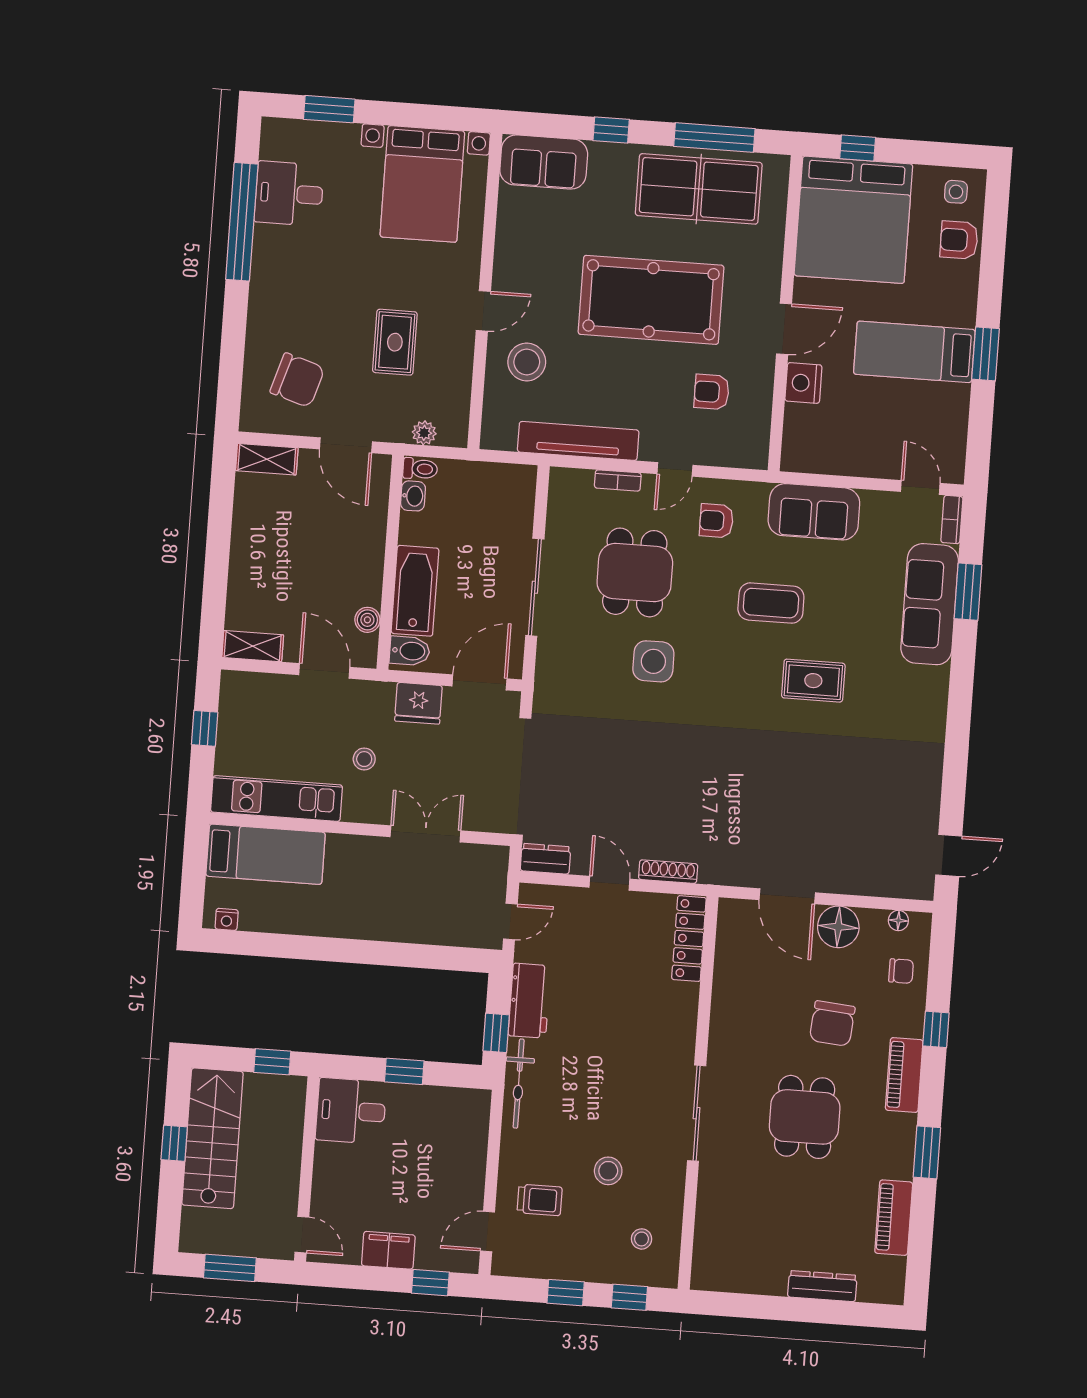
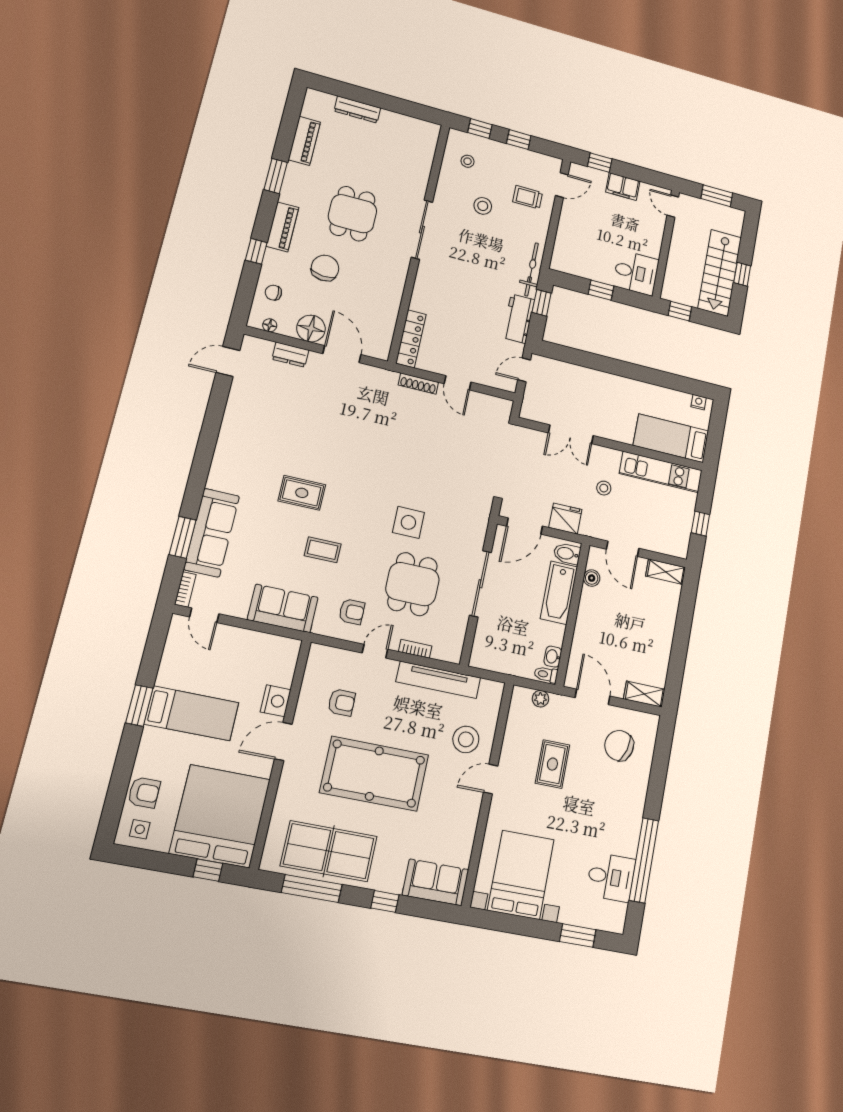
coffee table: (771, 603) -> (323, 550), width x0.73, depth x0.77
dresser: (545, 859) -> (290, 355), moved

